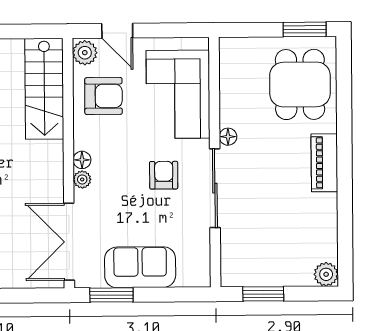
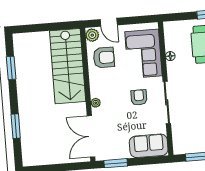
stairs: (44, 89) -> (68, 66), width x1.36, depth x1.51
floor lamp: (228, 137) -> (170, 56), moved
floor lamp: (82, 160) -> (95, 92), removed
sofa: (140, 267) -> (149, 146), moved

